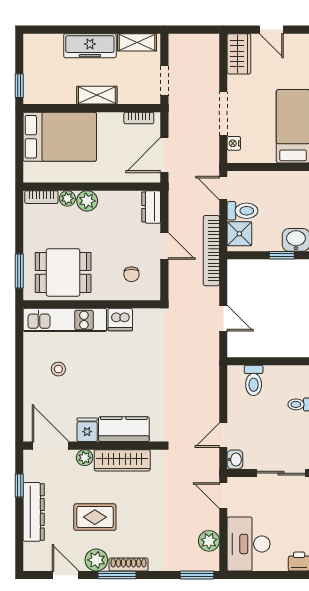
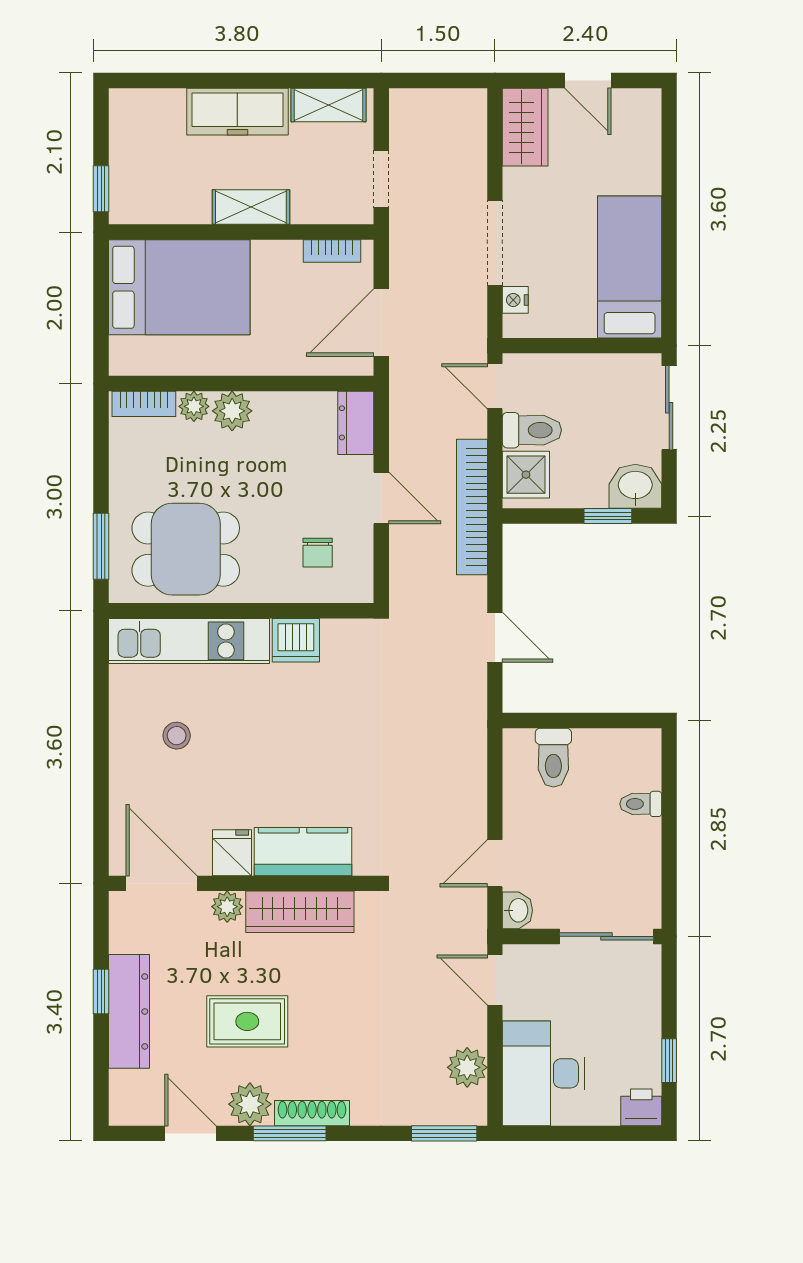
window: (19, 486) -> (101, 992), moved

